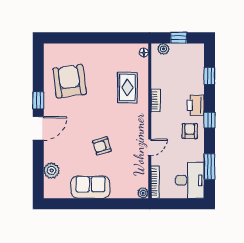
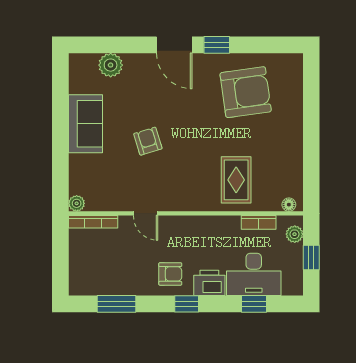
rug: (128, 88) -> (236, 180), turned 90
bookcase: (156, 100) -> (259, 222), moved
desk: (190, 180) -> (254, 274), moved

